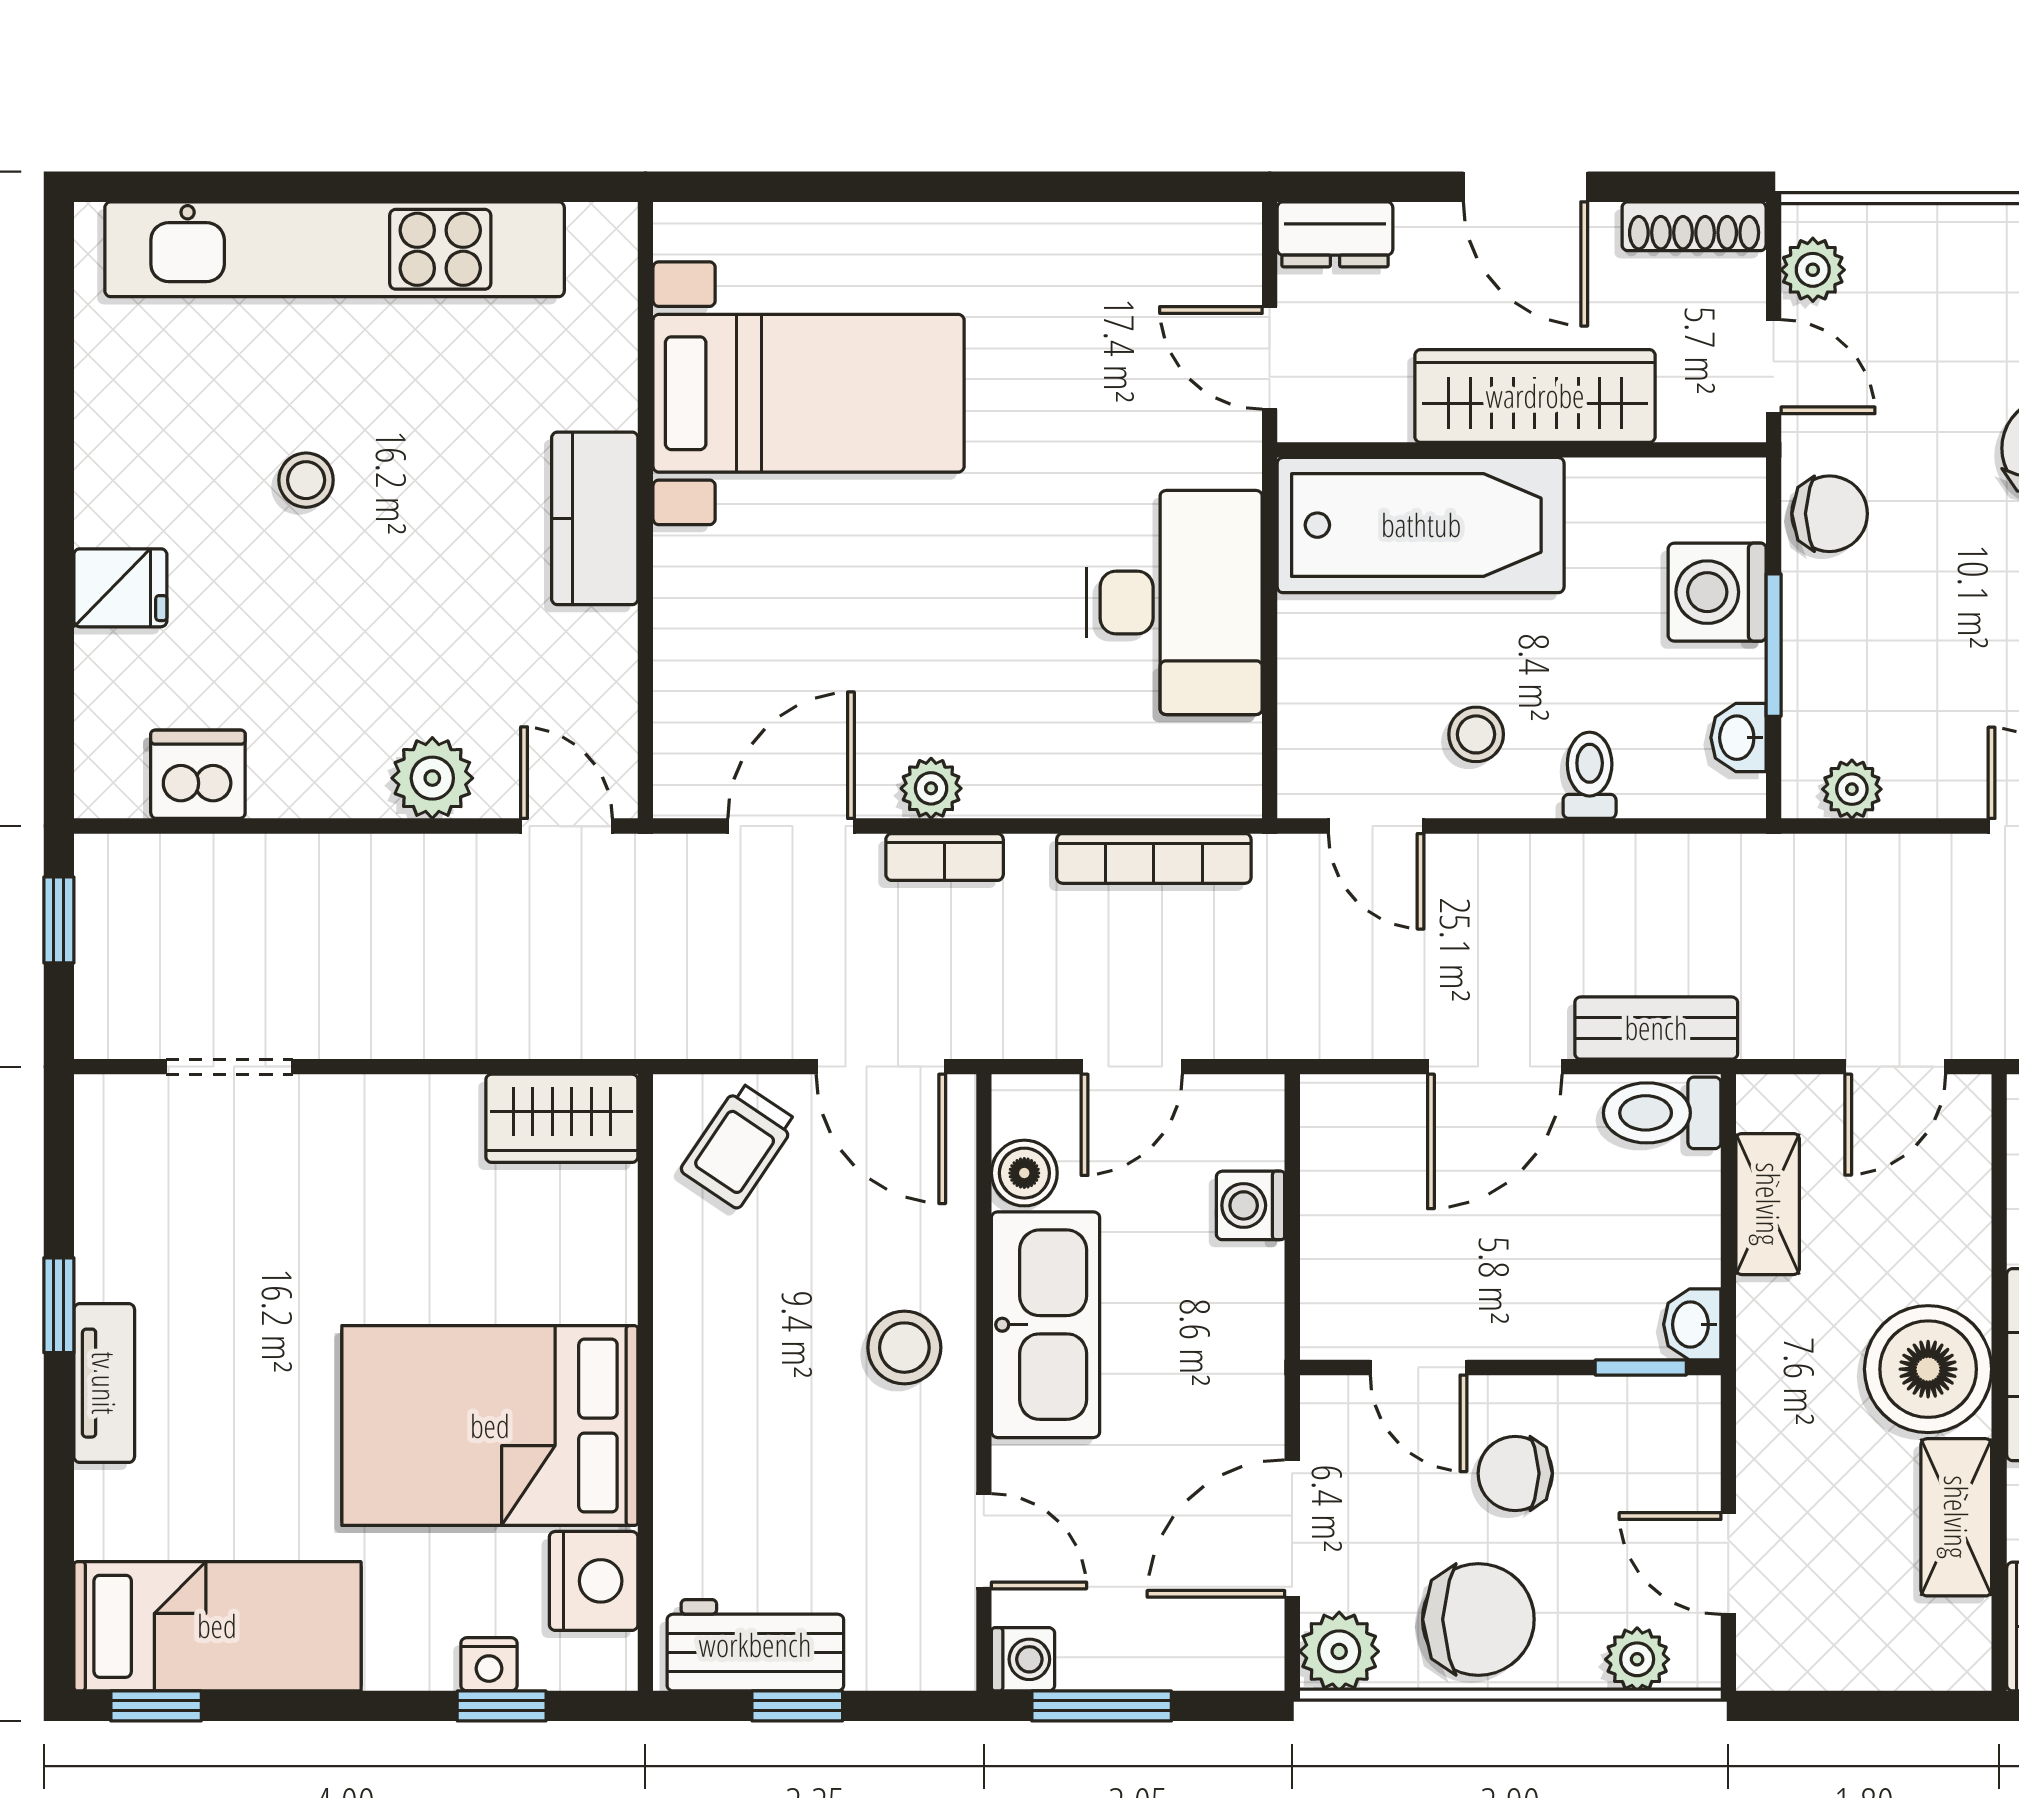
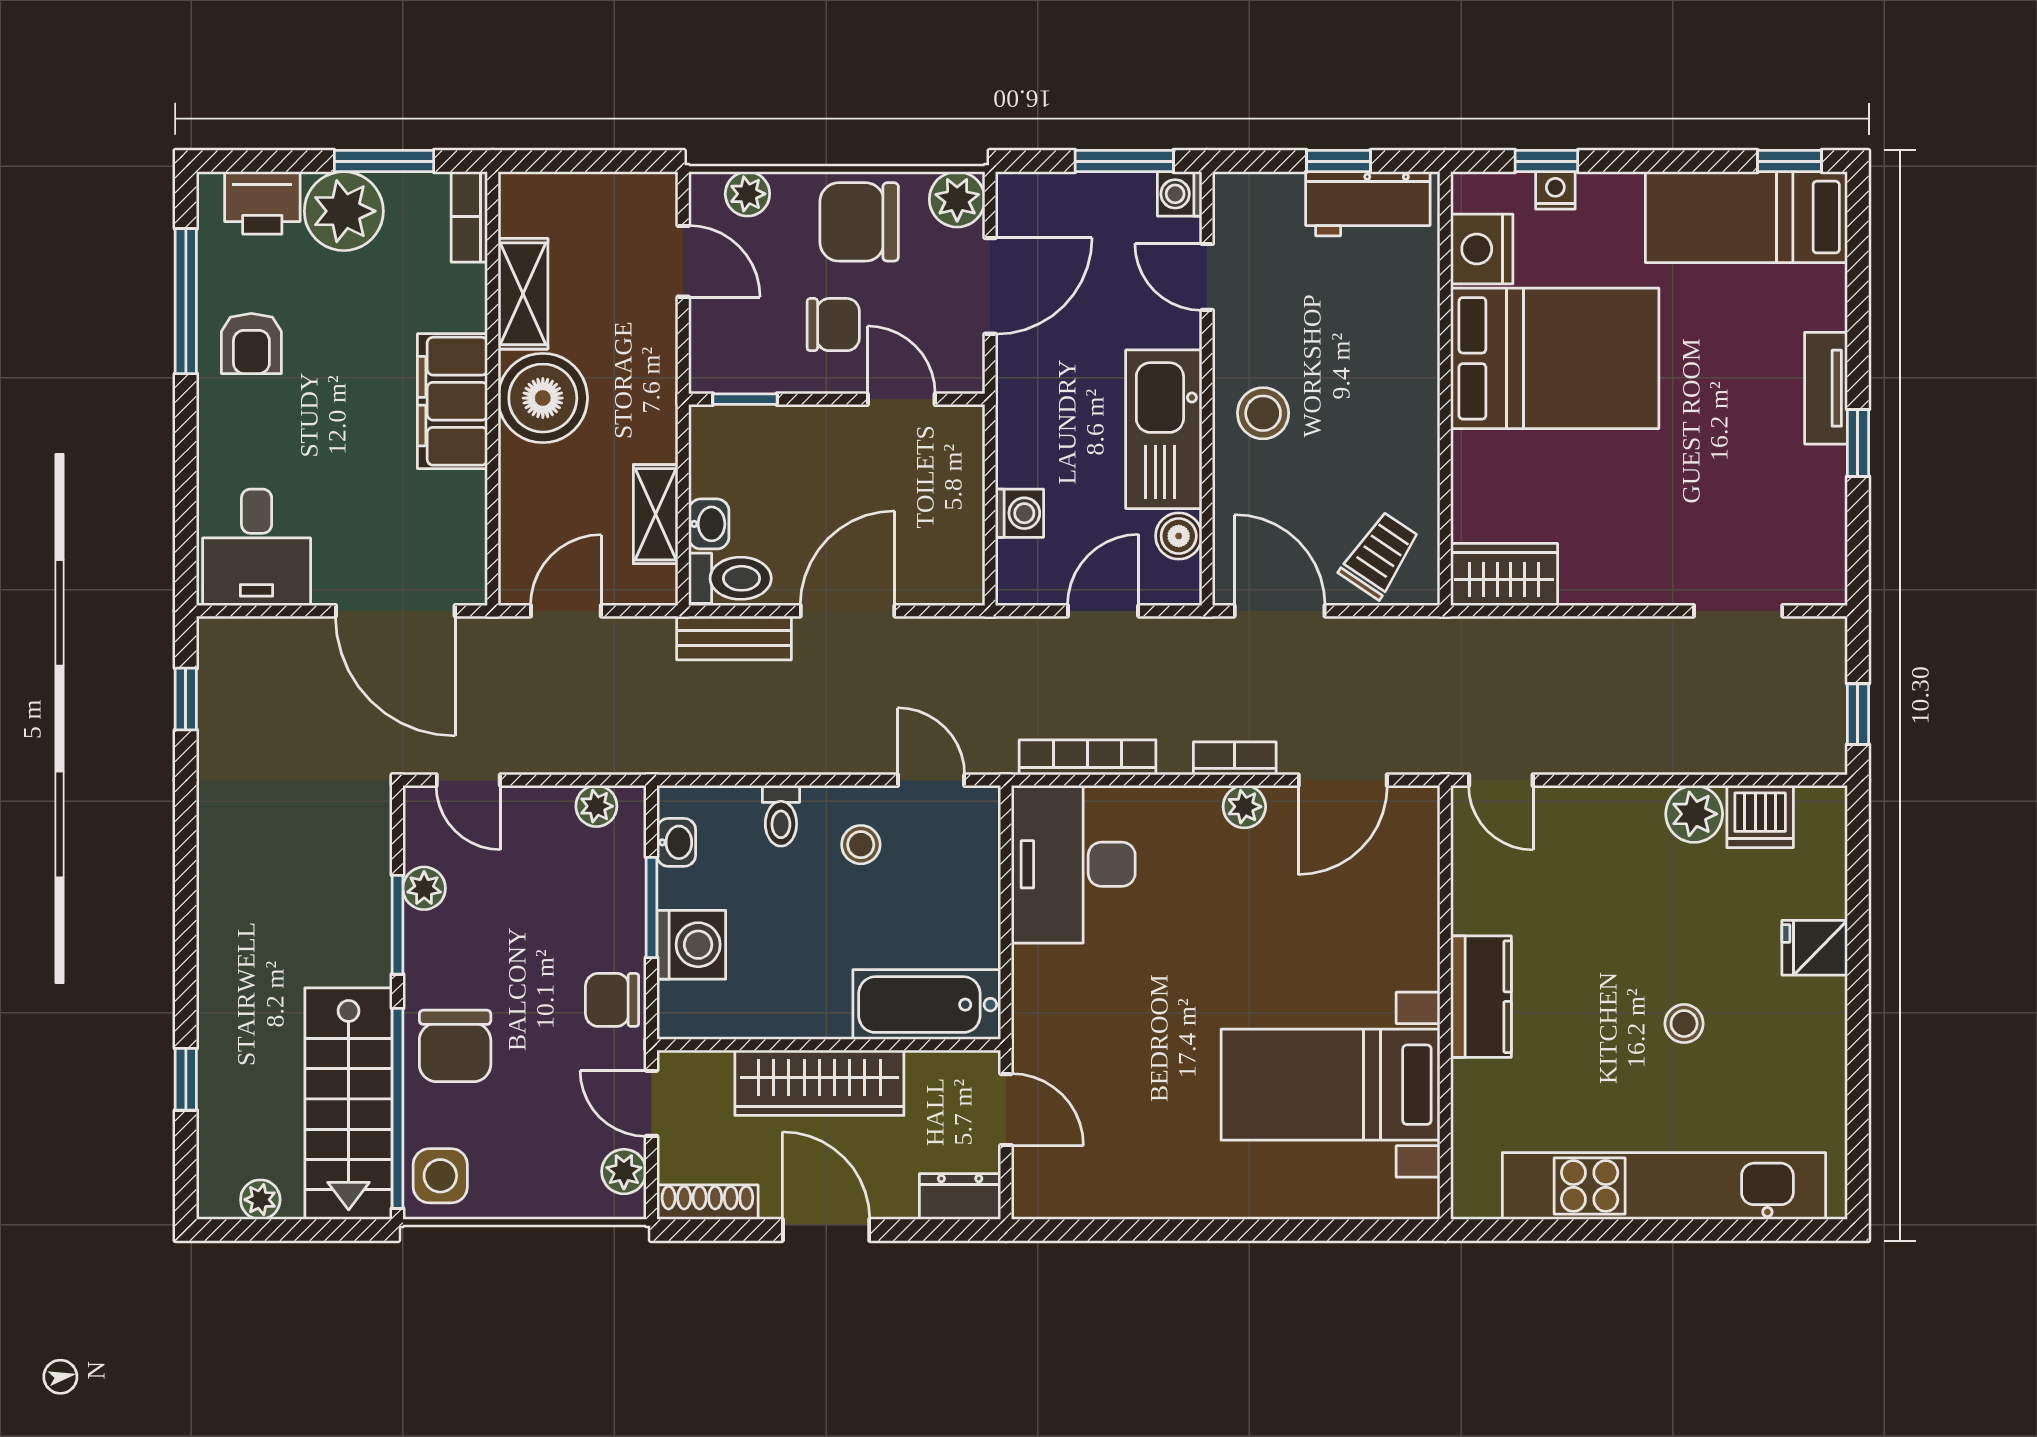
bathtub: (1421, 525) -> (927, 1005), width x0.73, depth x0.73
desk: (1174, 603) -> (1073, 864), moved
plant: (432, 778) -> (1694, 814), moved
washbasin: (1692, 1324) -> (709, 524), moved

